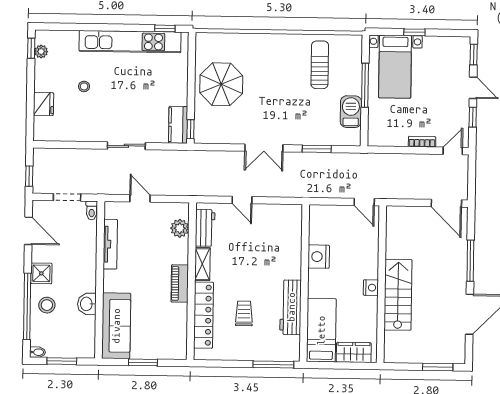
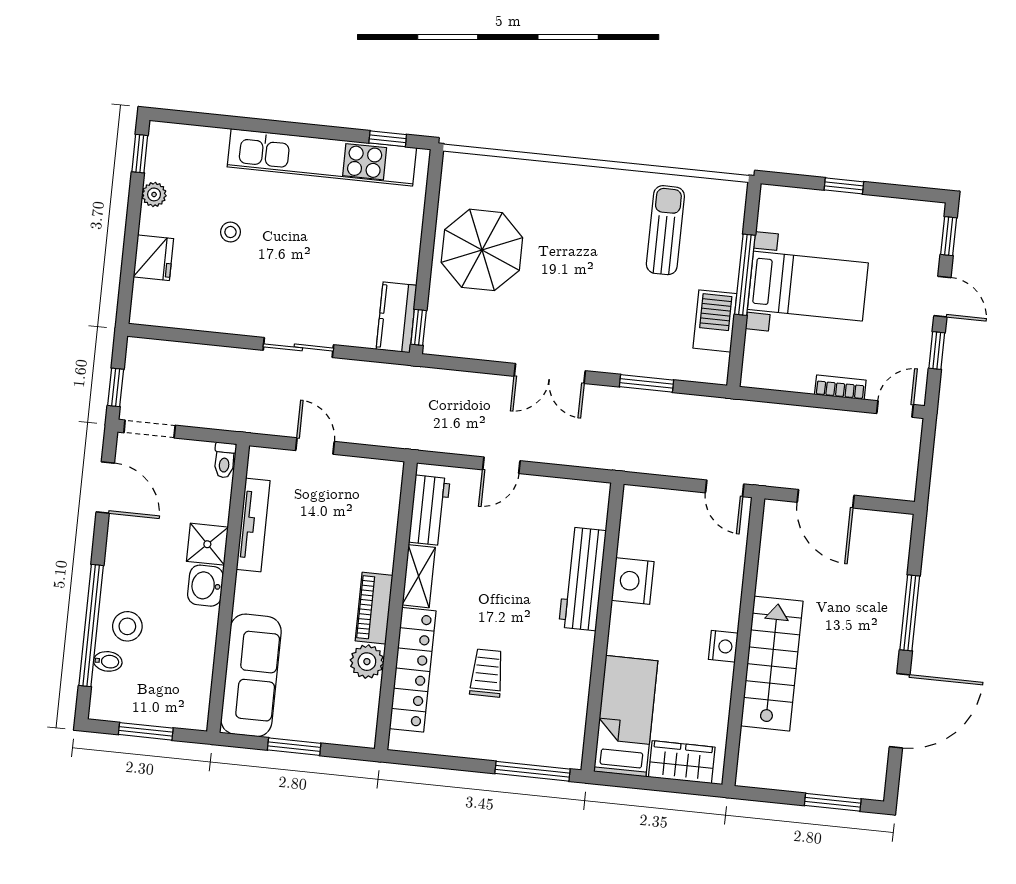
plant: (41, 51) -> (154, 194), moved
bed with nightstands: (395, 67) -> (808, 286), moved, turned -90
doorway: (67, 197) -> (150, 429), moved
door: (242, 200) -> (501, 465), hinge flipped
door: (446, 203) -> (826, 499), moved
plant: (180, 228) -> (367, 662), moved
shower: (41, 273) -> (207, 544), moved
washbasin: (87, 304) -> (205, 586), moved
workbench: (291, 307) -> (582, 579), moved
bidet: (37, 352) -> (108, 661), moved

